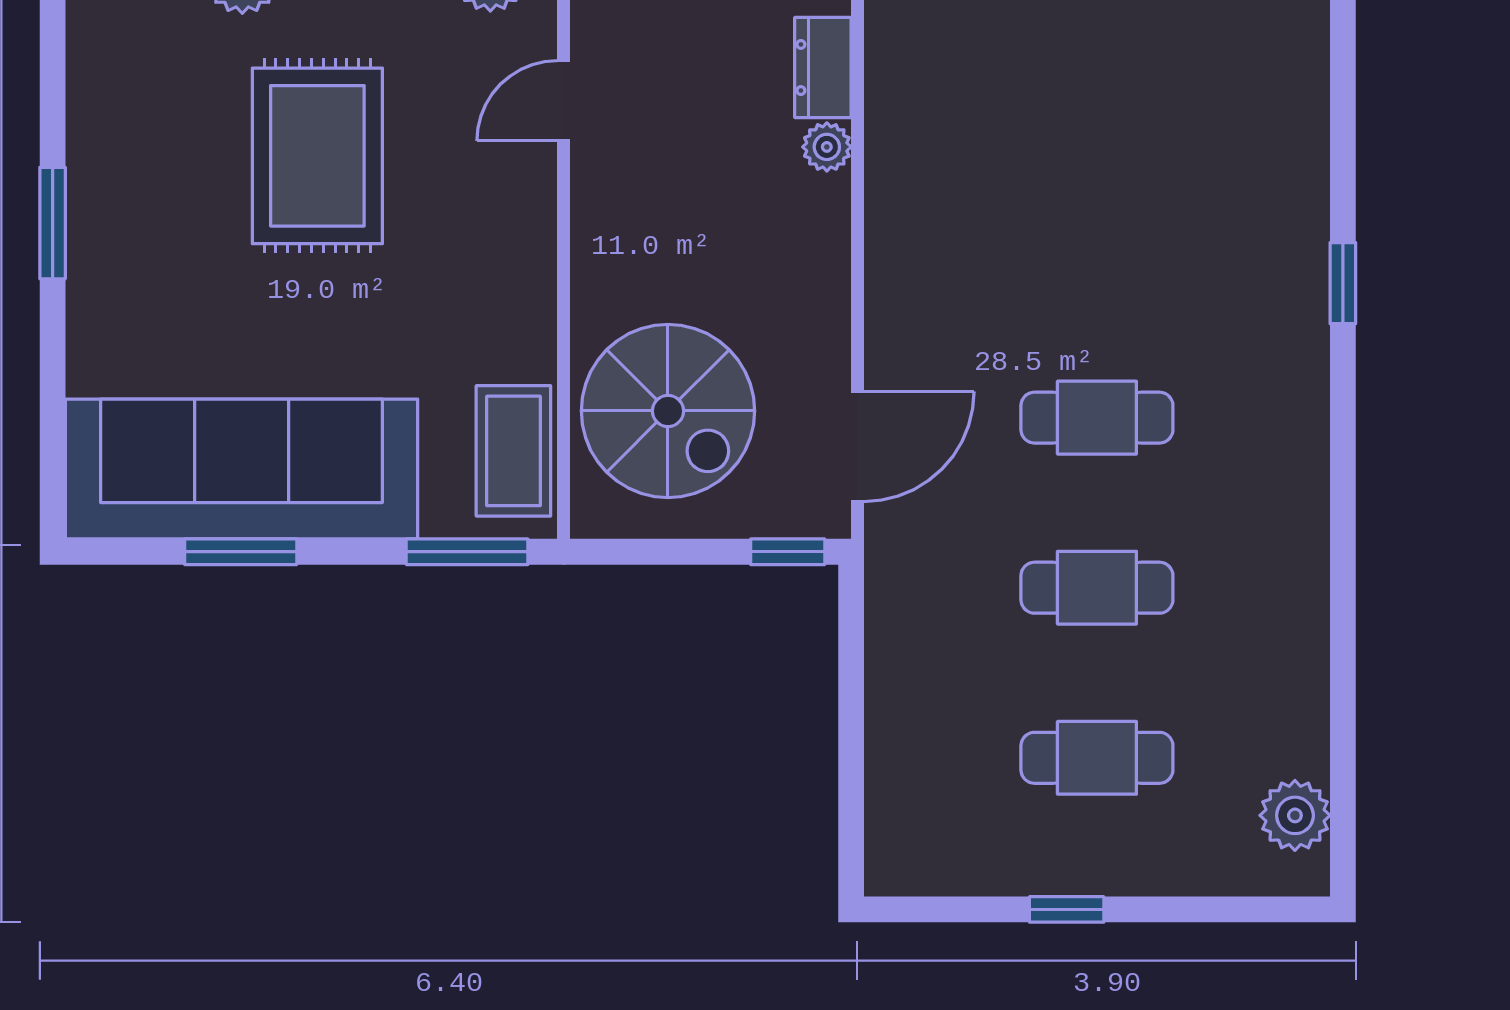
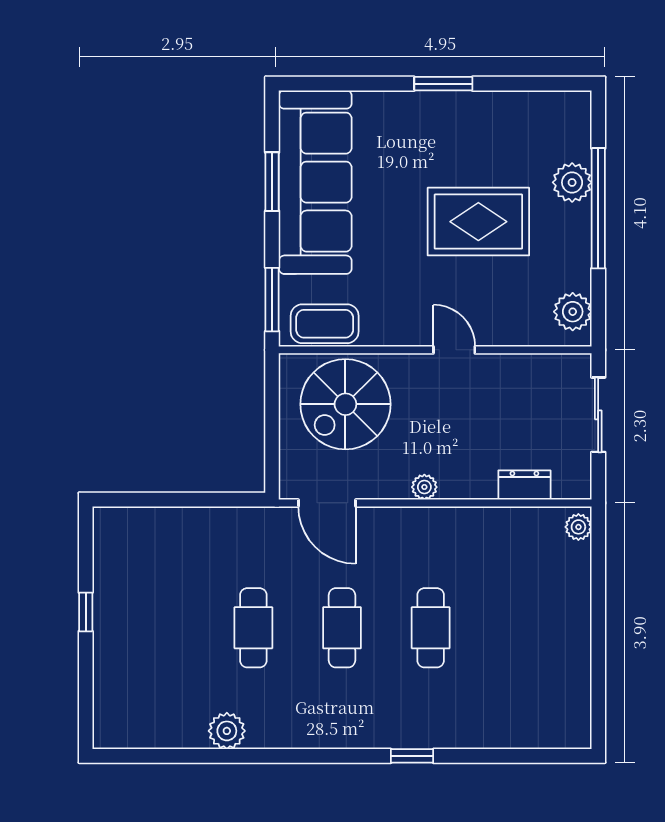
door: (564, 101) -> (454, 350), moved
plant: (827, 147) -> (424, 487), moved
window: (788, 552) -> (272, 467), removed
cafe table: (1097, 758) -> (431, 628), moved
plant: (1295, 815) -> (227, 731), moved

